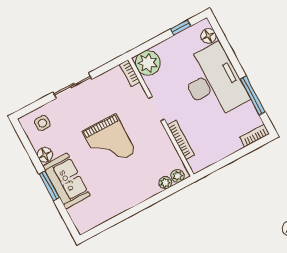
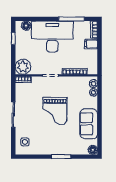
grand piano: (109, 142) -> (55, 111), turned 90
filing cabinet: (232, 142) -> (91, 44), added
floor lamp: (45, 155) -> (93, 150), moved
sofa: (66, 181) -> (89, 124), moved, turned -90

